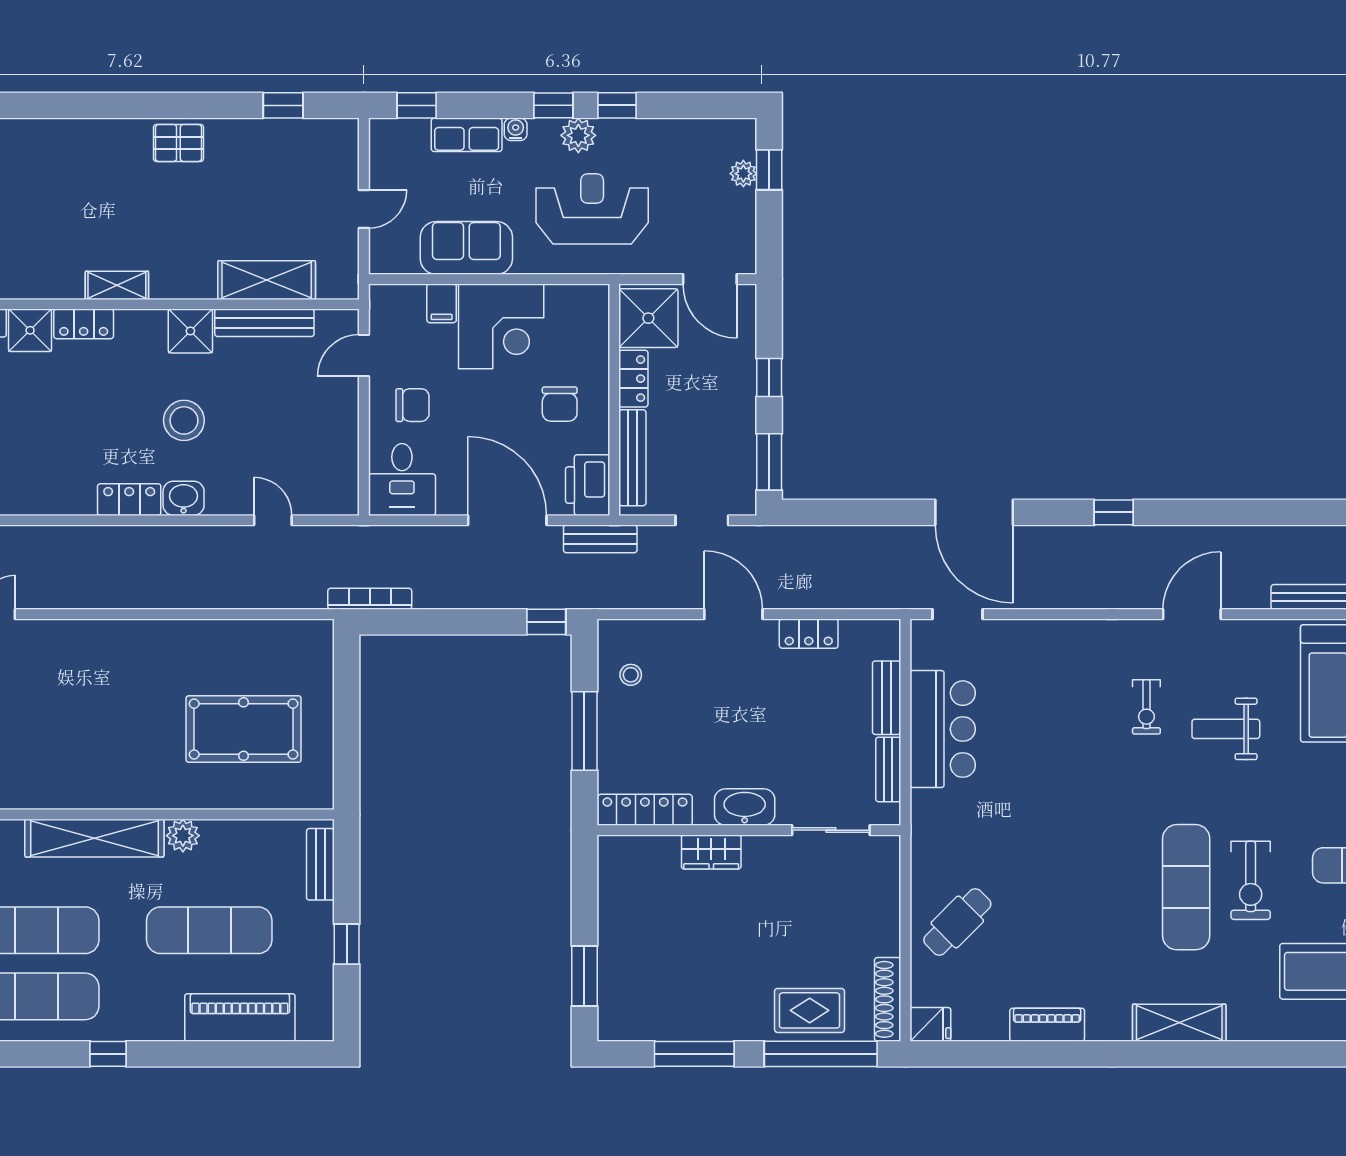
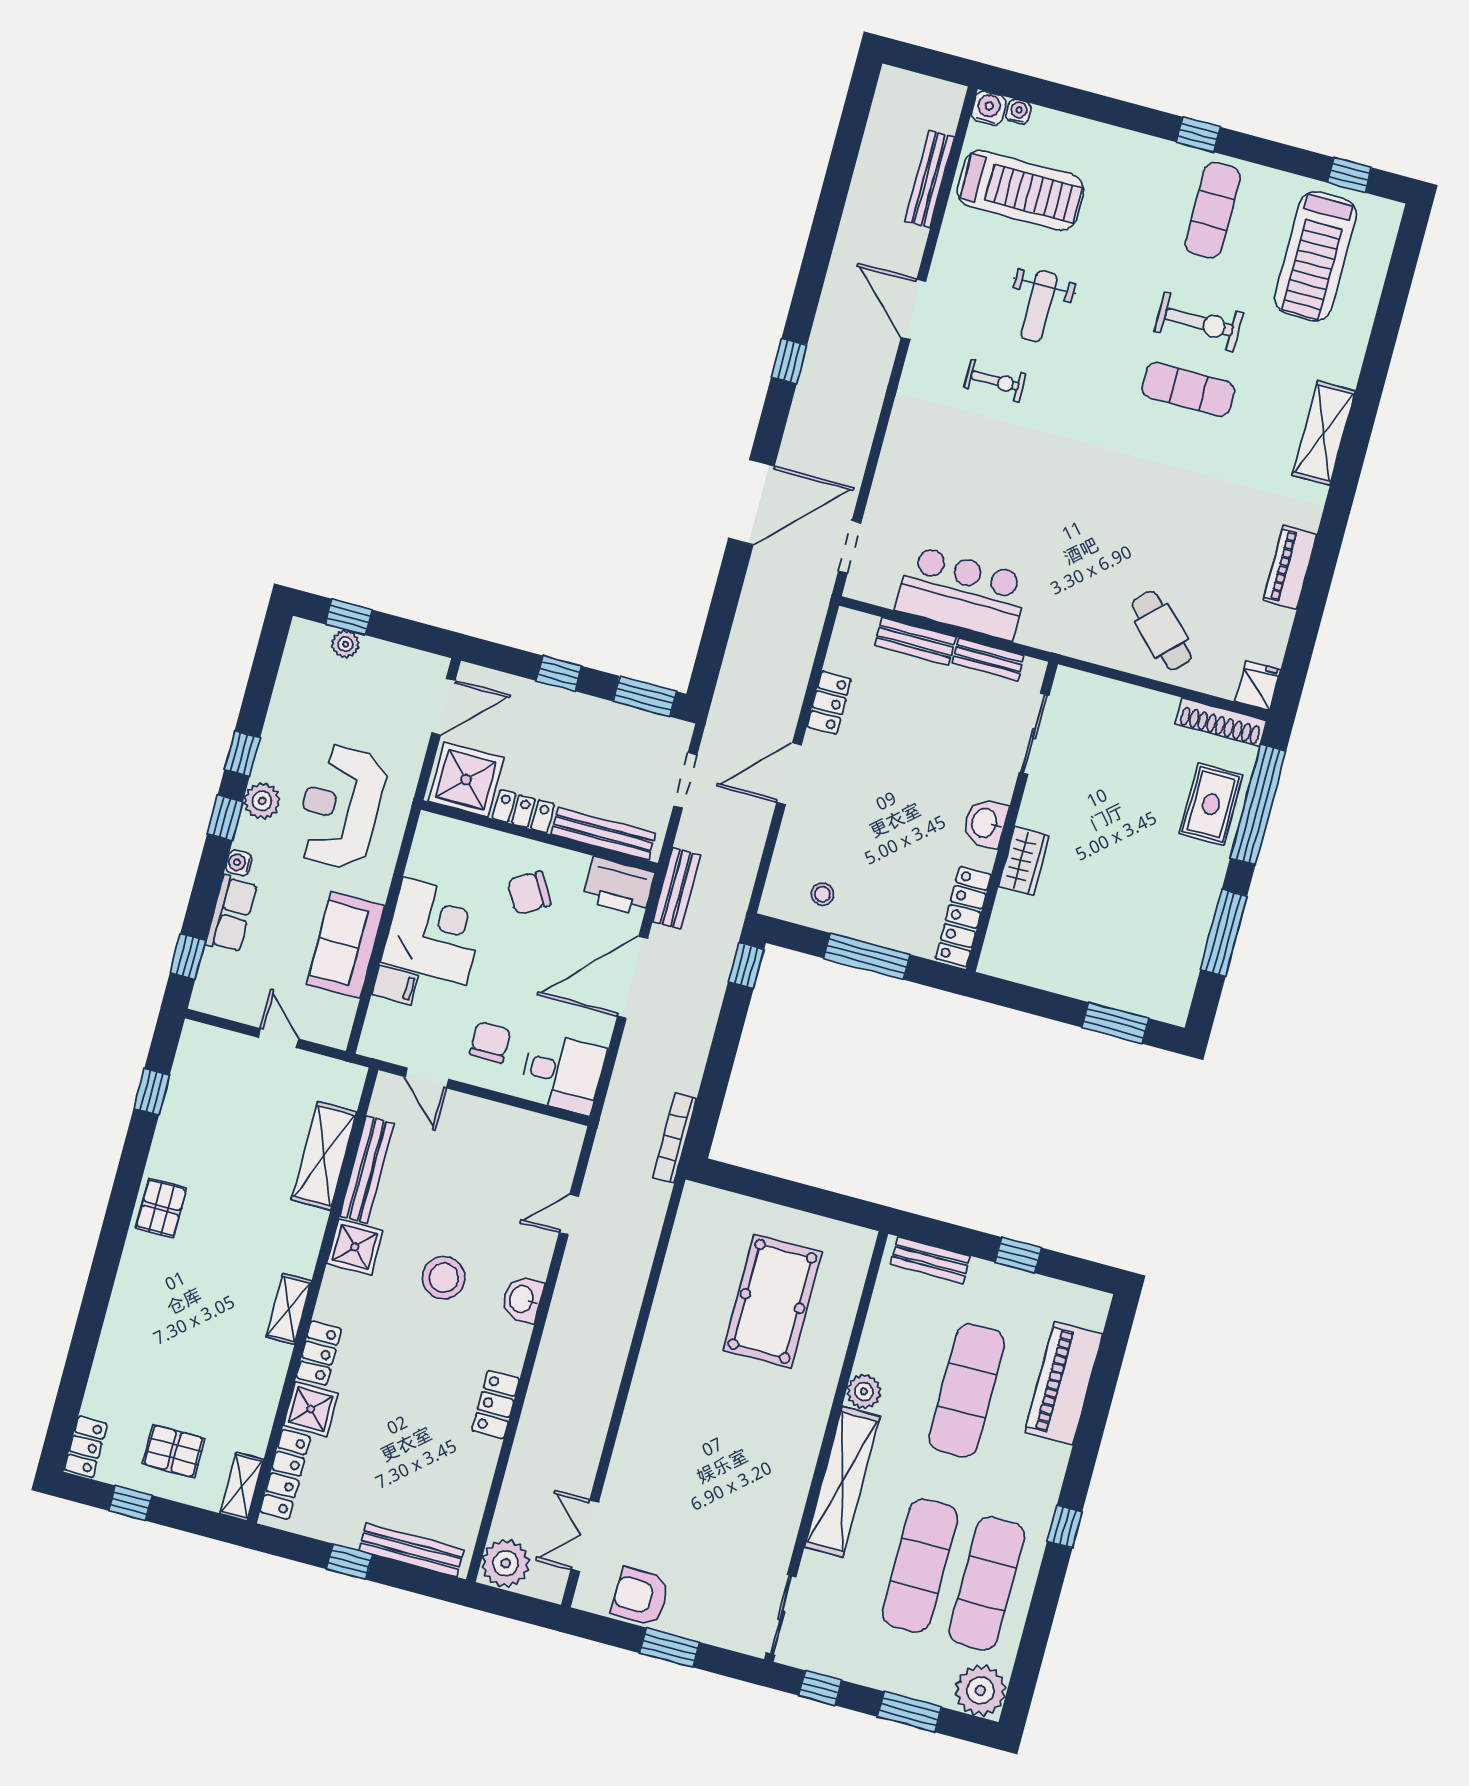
chair: (560, 404) -> (529, 893), turned 150
locker: (129, 500) -> (496, 1404), moved
washbasin: (745, 807) -> (985, 823), width x0.72
exercise mat: (1186, 887) -> (1188, 389), width x0.73, depth x0.69

